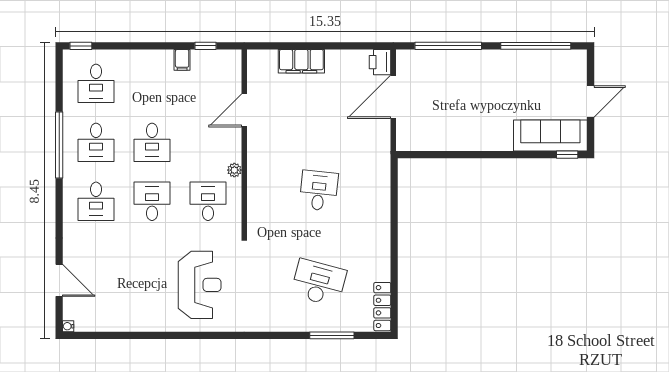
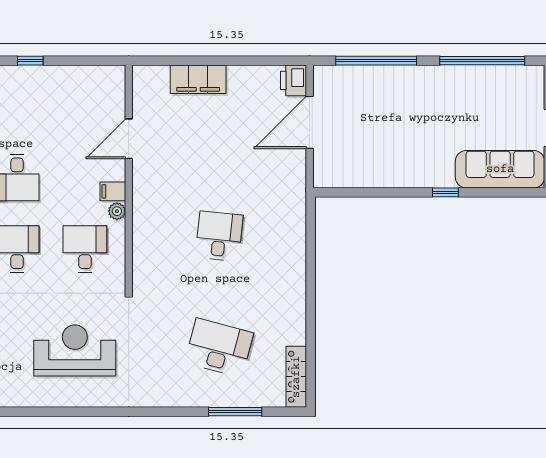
window: (205, 46) -> (30, 61), moved
filing cabinet: (182, 60) -> (113, 191), moved, turned 90
window: (567, 155) -> (445, 192), moved
reception desk: (200, 285) -> (75, 350), turned -90

